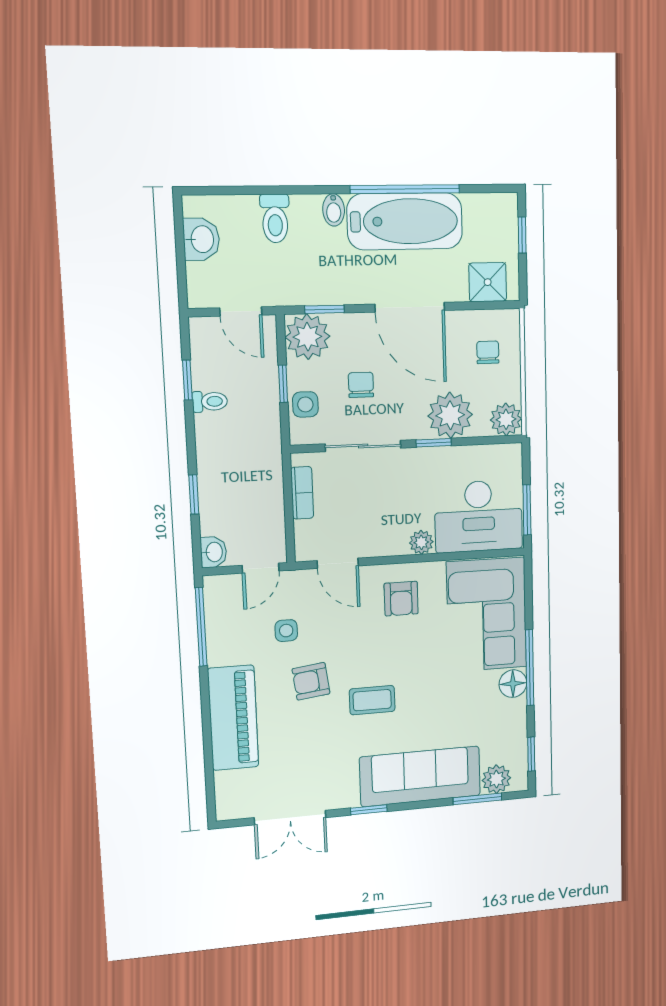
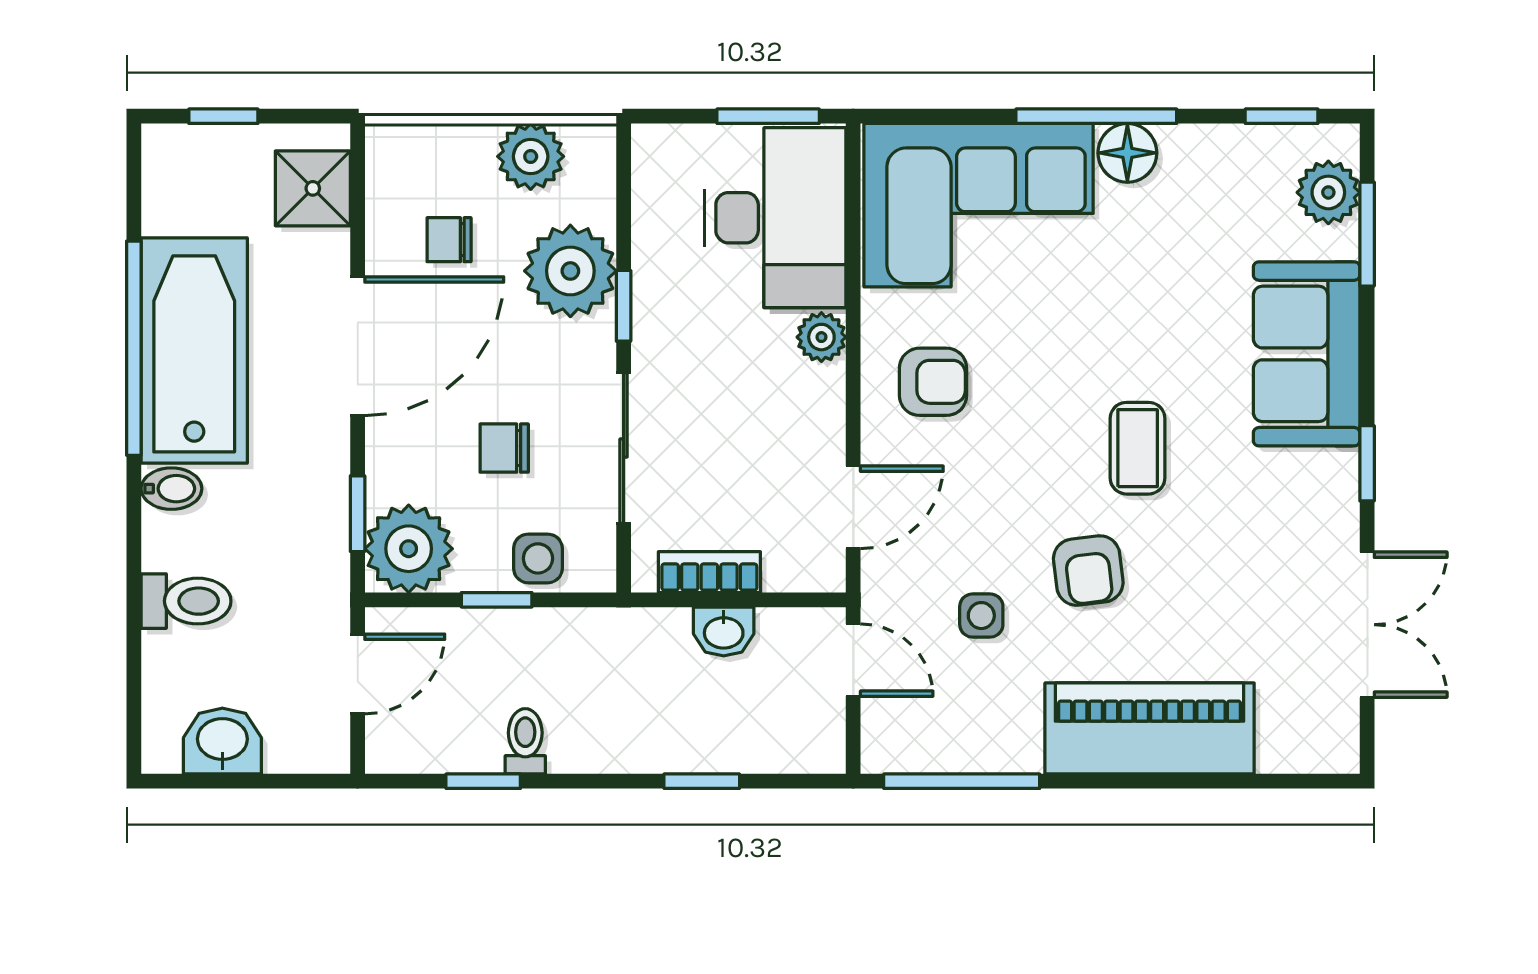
chair: (488, 352) -> (449, 240), moved
plant: (506, 419) -> (531, 156), moved
washbasin: (214, 552) -> (724, 632), moved, turned 180
sofa: (420, 776) -> (1307, 354), width x0.73

